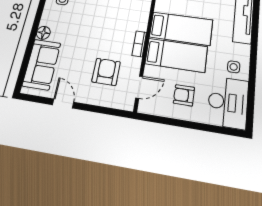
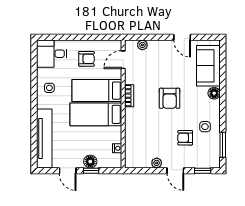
armchair: (106, 72) -> (170, 98), moved
plant: (113, 102) -> (142, 45), added
desk: (228, 102) -> (52, 54), width x0.73

